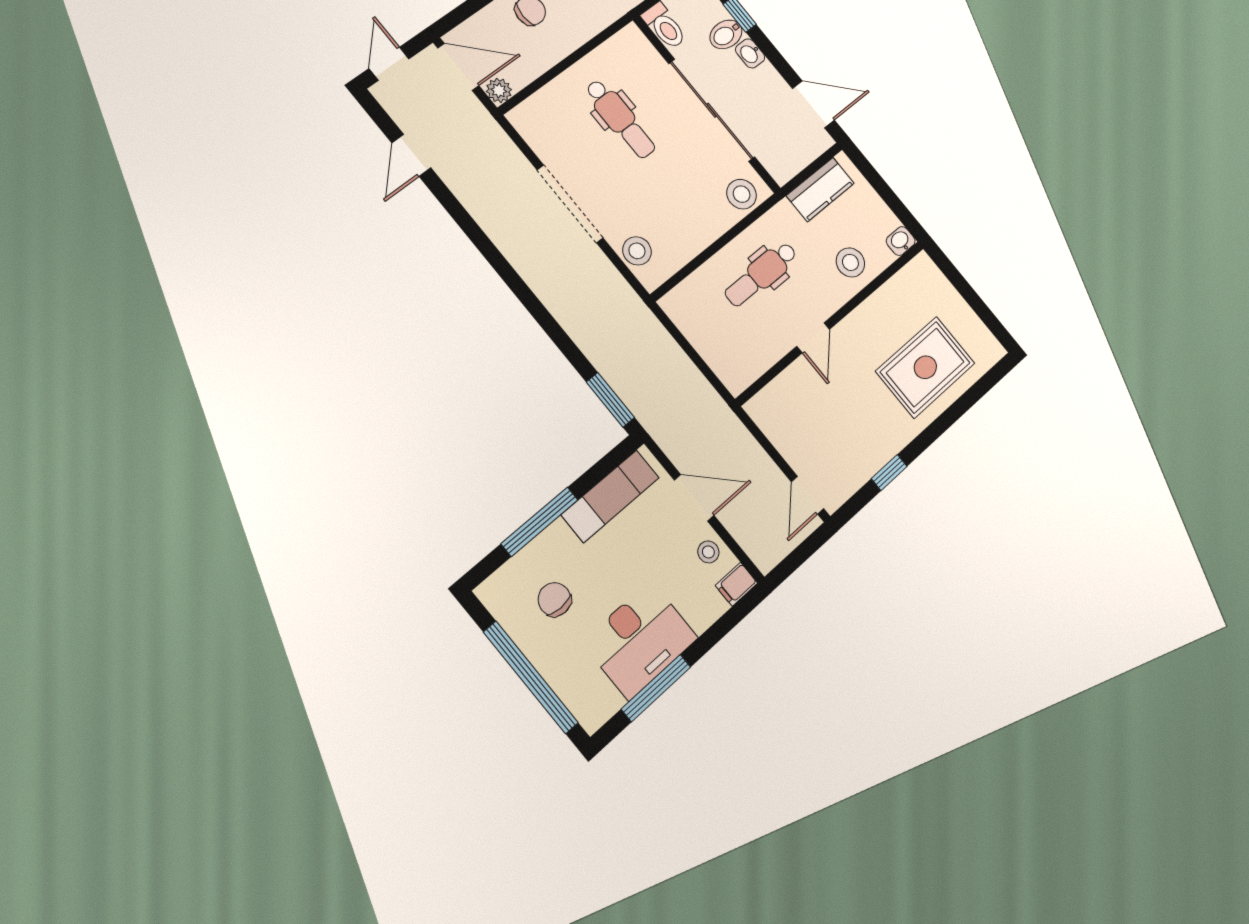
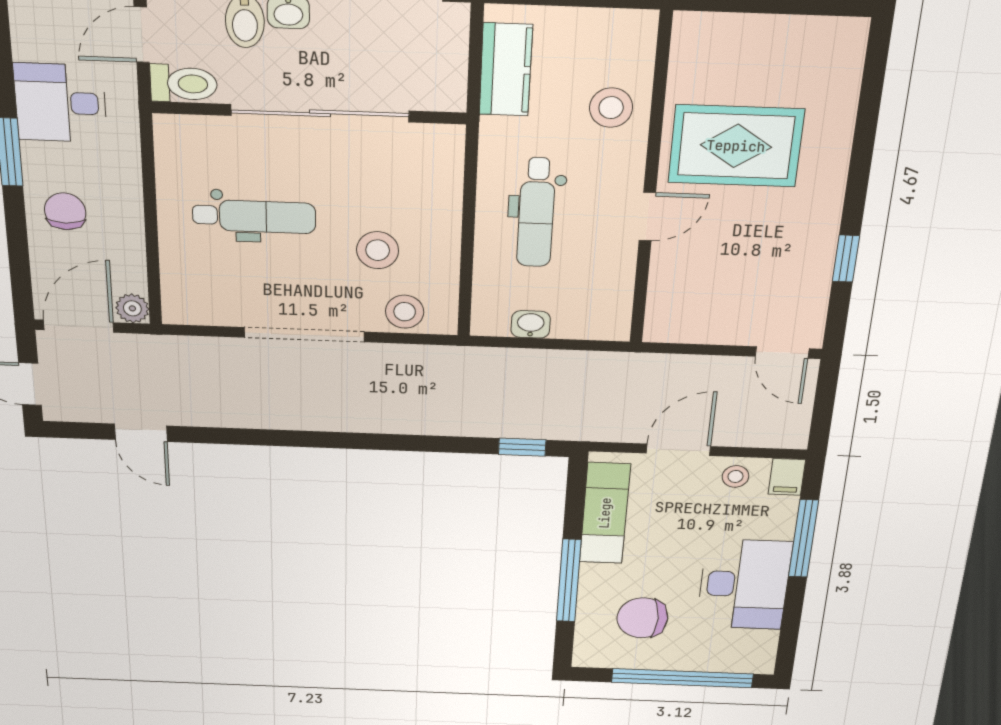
stool: (742, 194) -> (378, 250), moved
washbasin: (901, 241) -> (531, 324), moved, turned 90
door: (813, 338) -> (647, 217), hinge flipped
rug: (925, 367) -> (736, 146), moved, turned 90
window: (610, 400) -> (522, 447), width x0.67
chair: (555, 599) -> (642, 618), width x1.37, depth x1.37
window: (656, 688) -> (803, 539), moved

